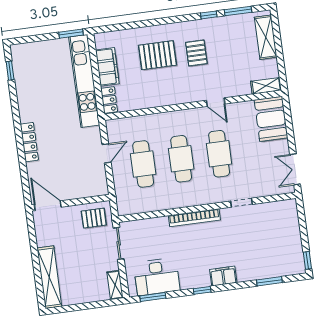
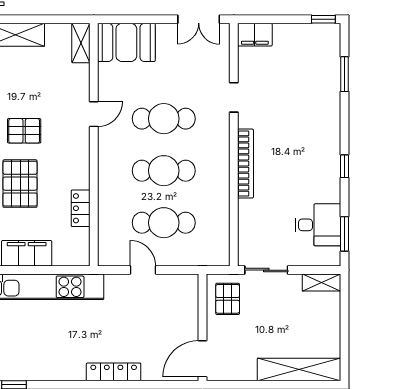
locker: (109, 100) -> (81, 208), moved, turned -90
filing cabinet: (223, 276) -> (255, 35), moved, turned -90
desk: (157, 277) -> (318, 225), width x0.73

